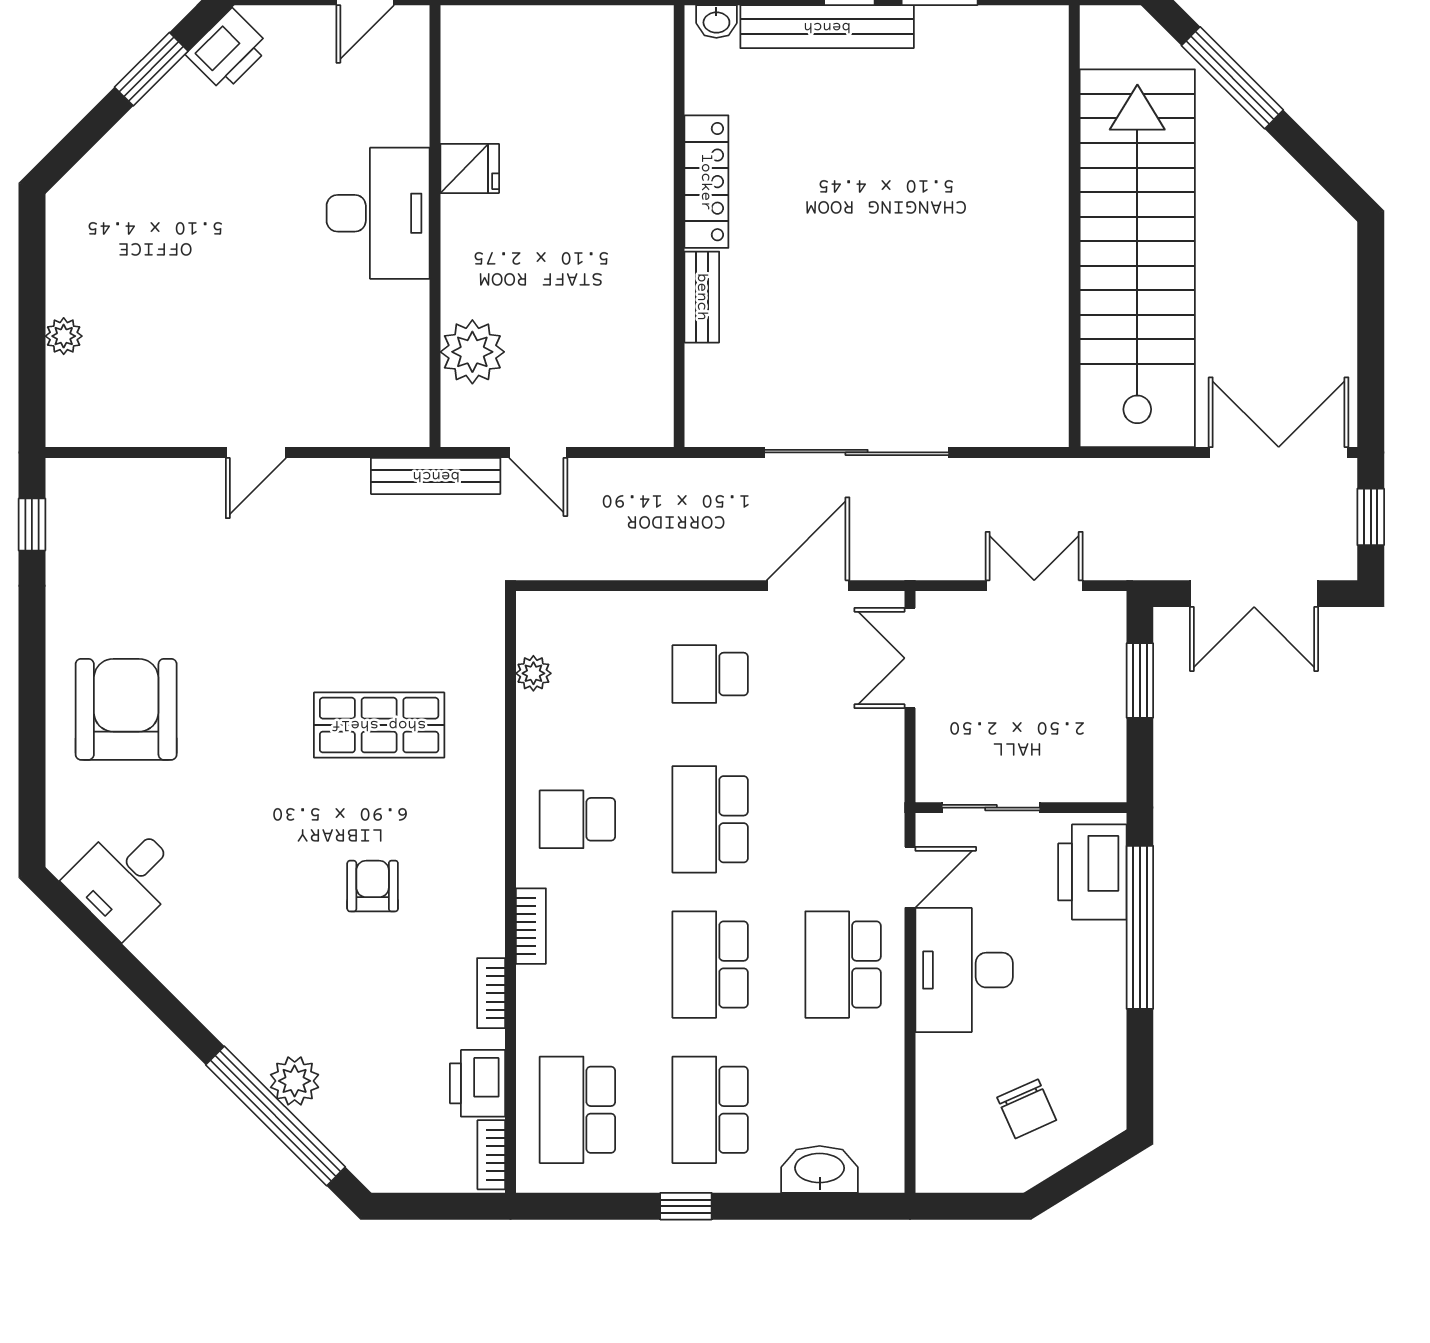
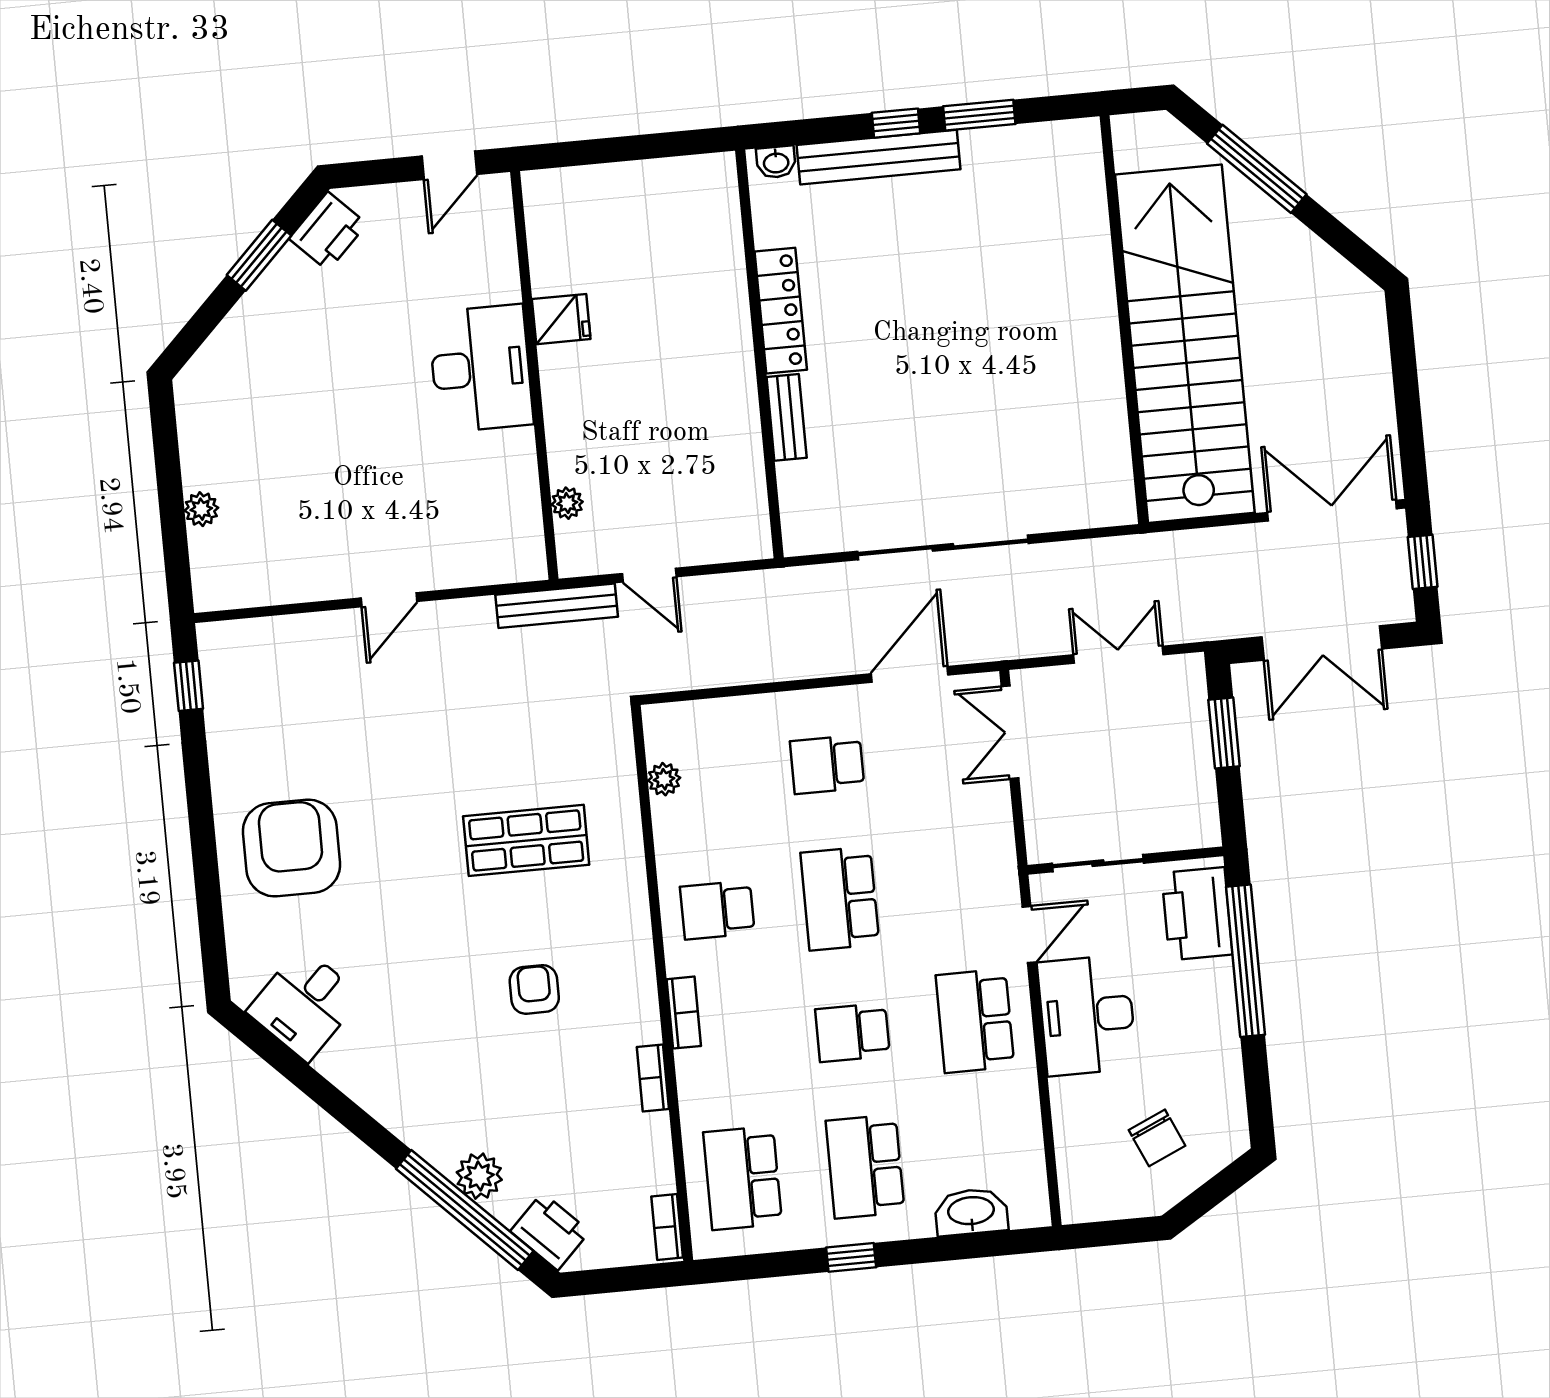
plant: (472, 352) -> (567, 503), width x0.53, depth x0.53
school desk: (710, 965) -> (852, 1032), width x0.54
printer: (478, 1083) -> (550, 1231), moved, turned 135

